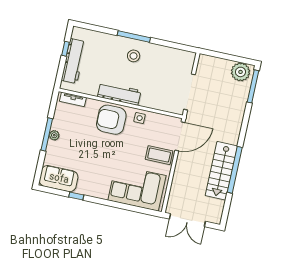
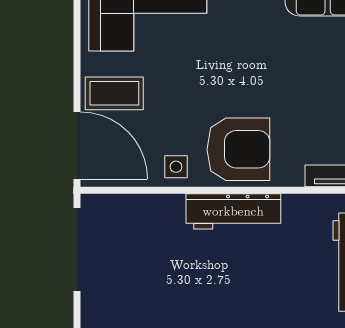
stool: (134, 56) -> (220, 303), removed
door: (180, 136) -> (77, 145), swing flipped

